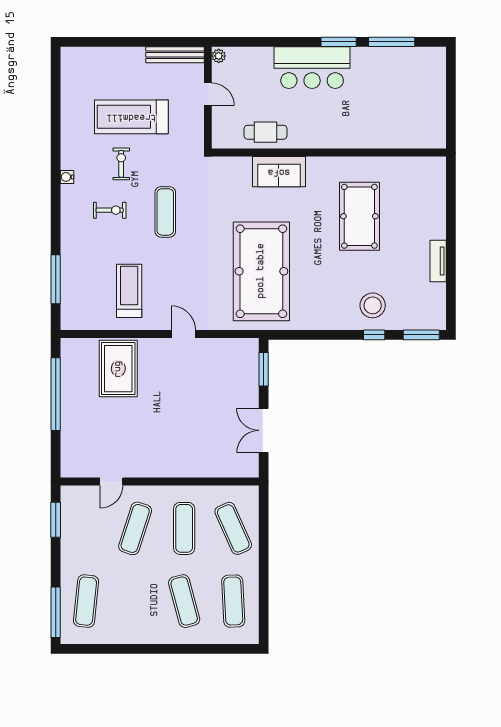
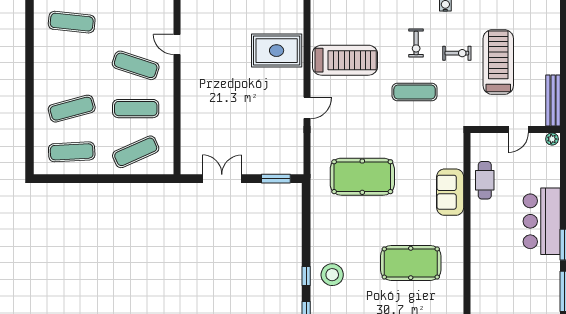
pool table: (261, 271) -> (362, 177), width x0.73, depth x0.76
treadmill: (129, 291) -> (345, 60), width x1.37, depth x1.38

